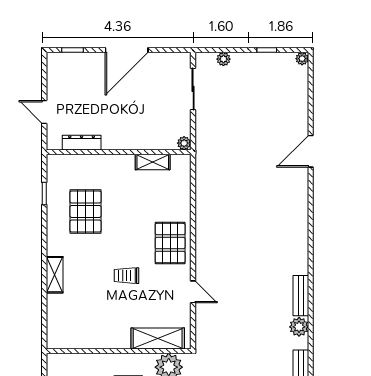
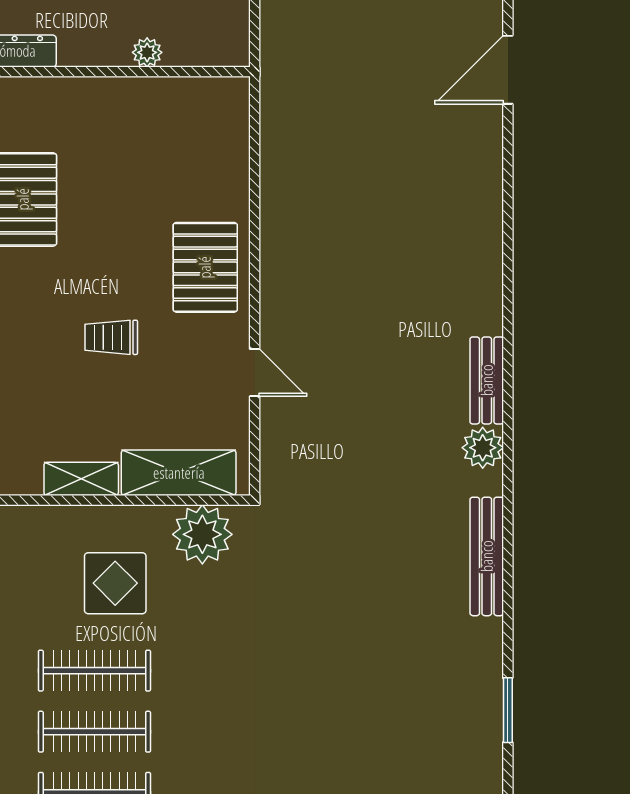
plant: (184, 143) -> (147, 52), moved
shelving: (153, 162) -> (81, 479), moved

